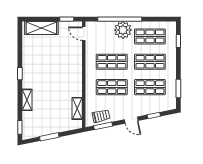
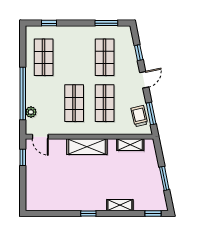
shelving: (41, 28) -> (87, 147), moved, turned 90
plant: (123, 30) -> (31, 112), moved, width x0.53, depth x0.53
door: (84, 34) -> (40, 137), hinge flipped
shop shelf: (150, 62) -> (74, 57), removed

